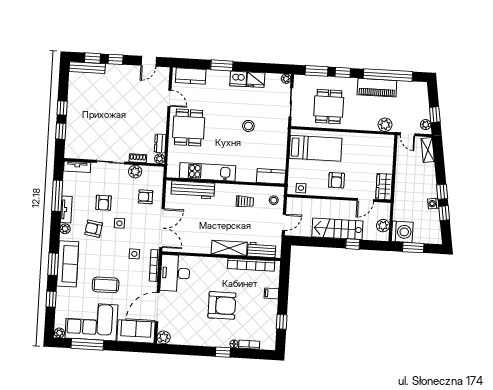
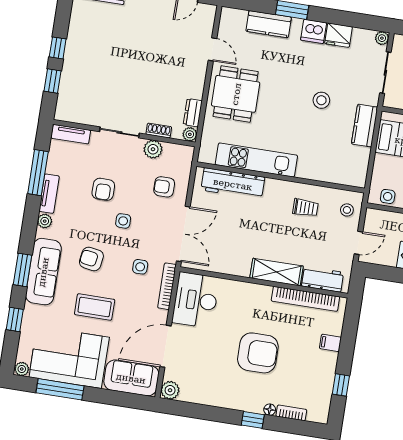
kitchen counter: (191, 76) -> (269, 24), moved
kitchen counter: (271, 176) -> (365, 126), moved, turned -90
armchair: (94, 229) -> (91, 259), moved

